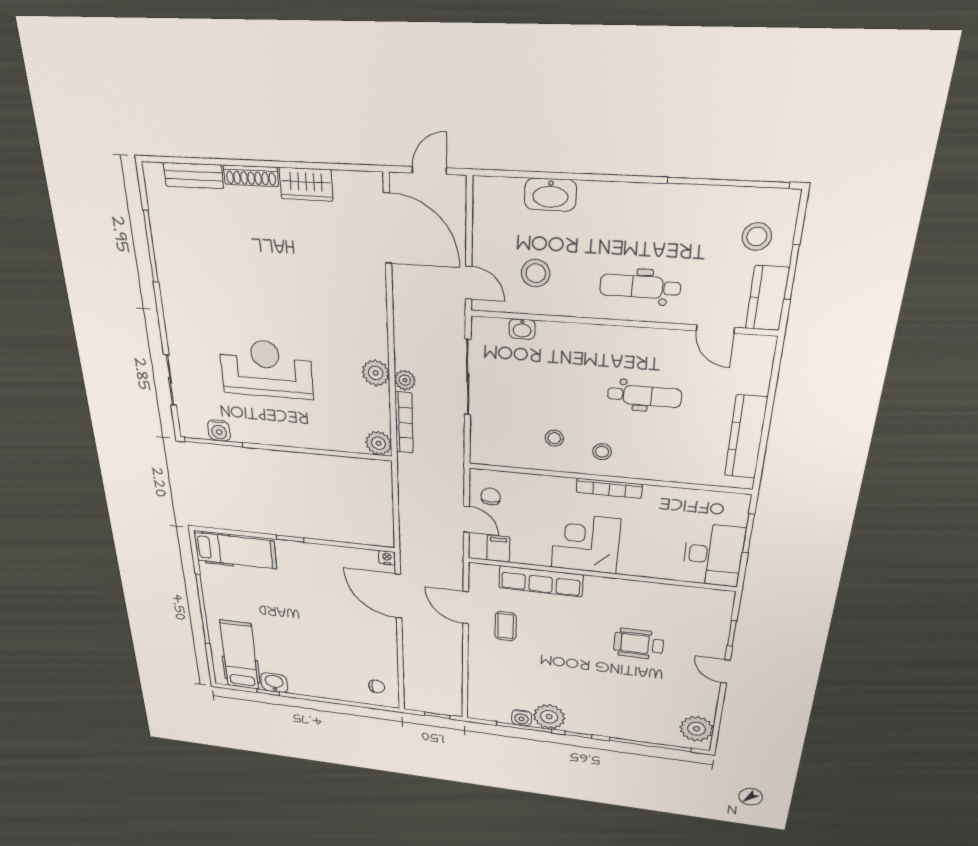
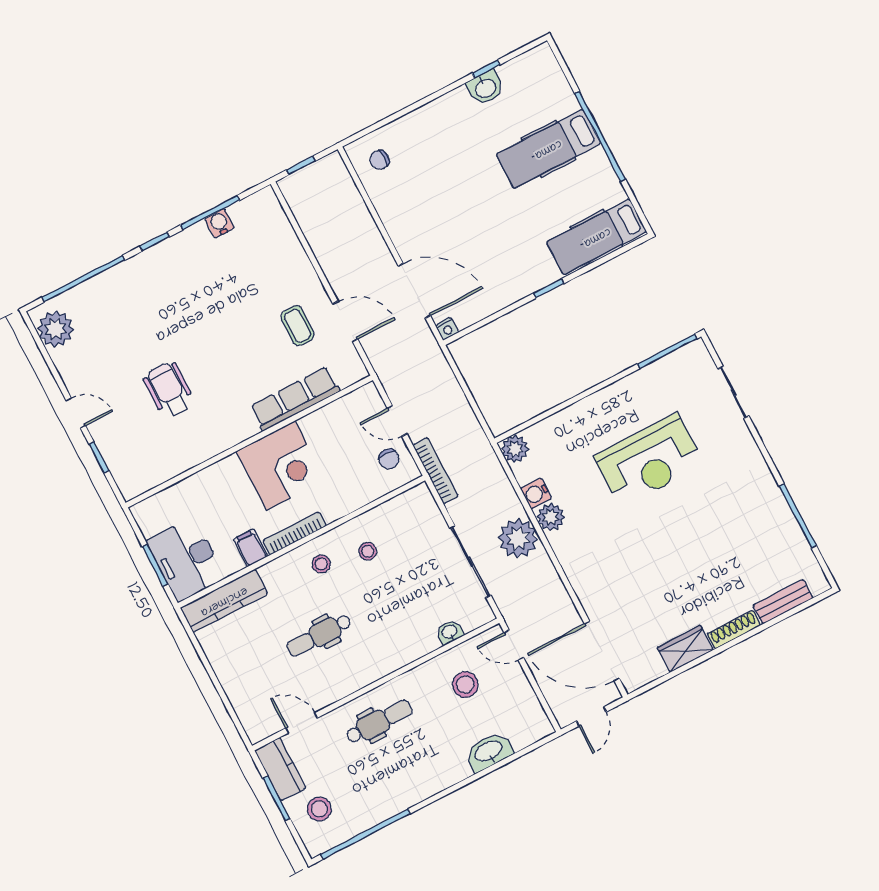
plant: (405, 380) -> (518, 538), width x1.87, depth x1.87
bookcase: (404, 423) -> (435, 471), moved, turned 180
water cooler: (219, 430) -> (536, 493), moved, turned -90
kitchen counter: (746, 437) -> (224, 601), moved, turned 90
filing cabinet: (498, 549) -> (250, 548), moved, turned 180
desk: (713, 555) -> (186, 559), moved
wheelchair: (639, 644) -> (169, 390), turned -90
hospital bed: (239, 655) -> (548, 149), moved, turned 90
plant: (549, 717) -> (195, 244), removed

